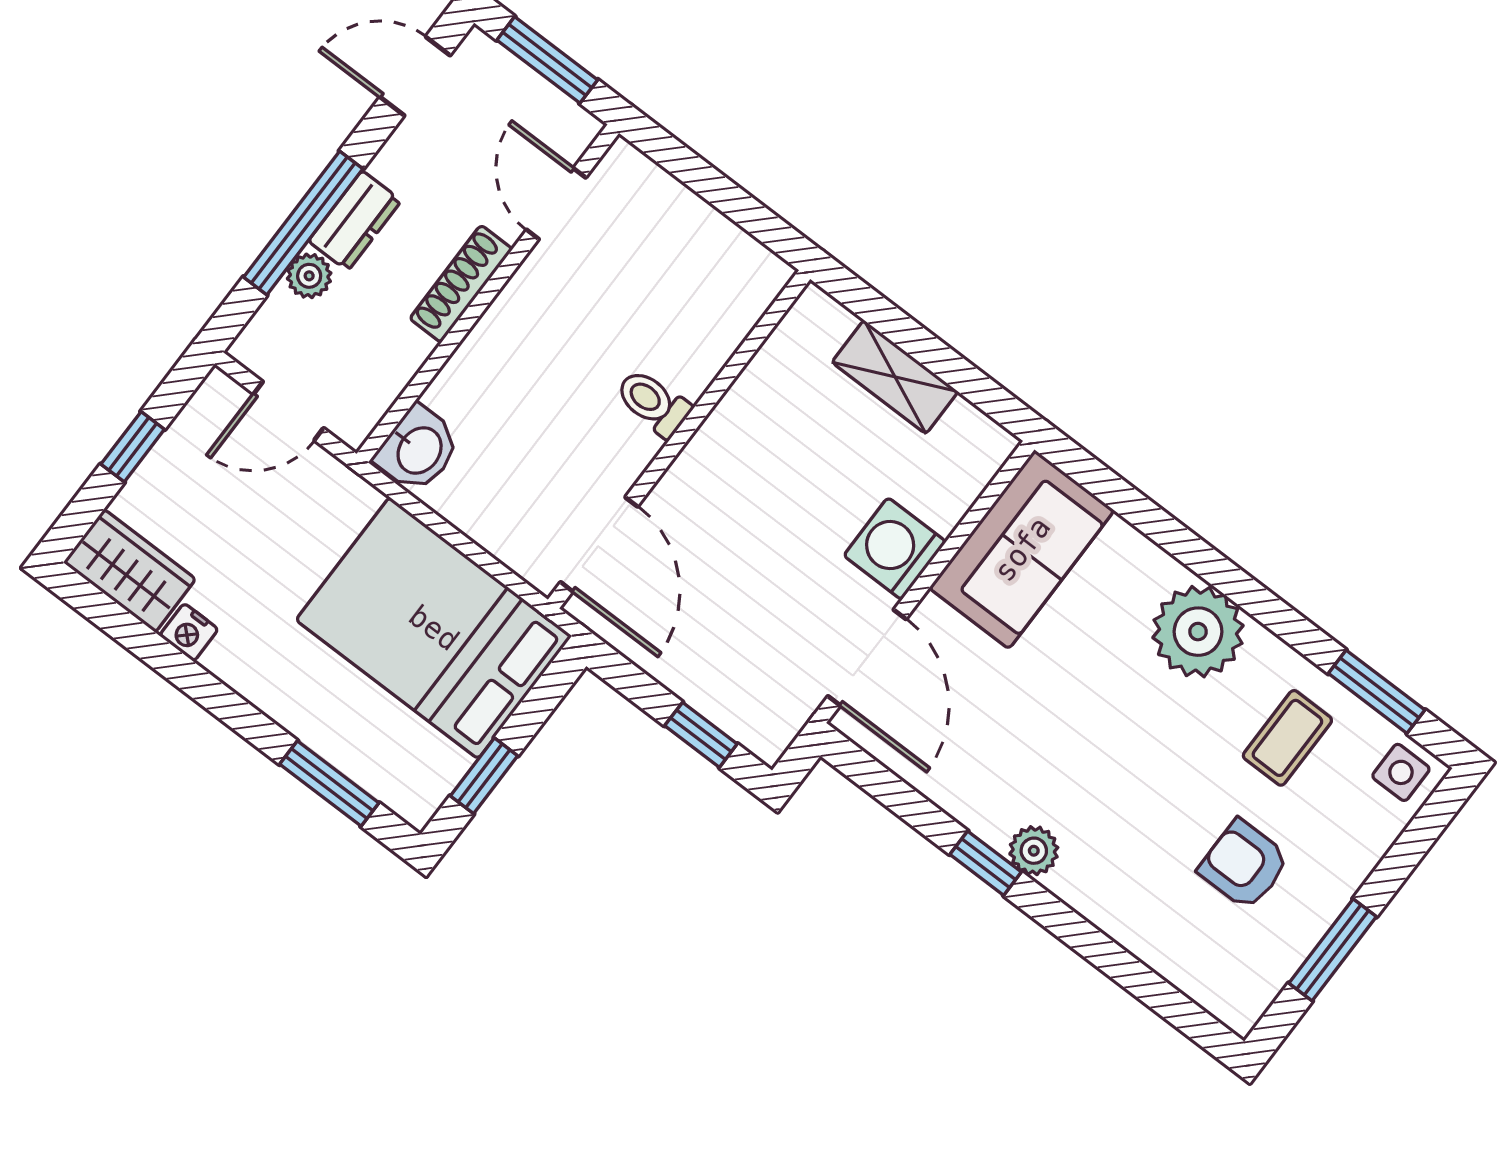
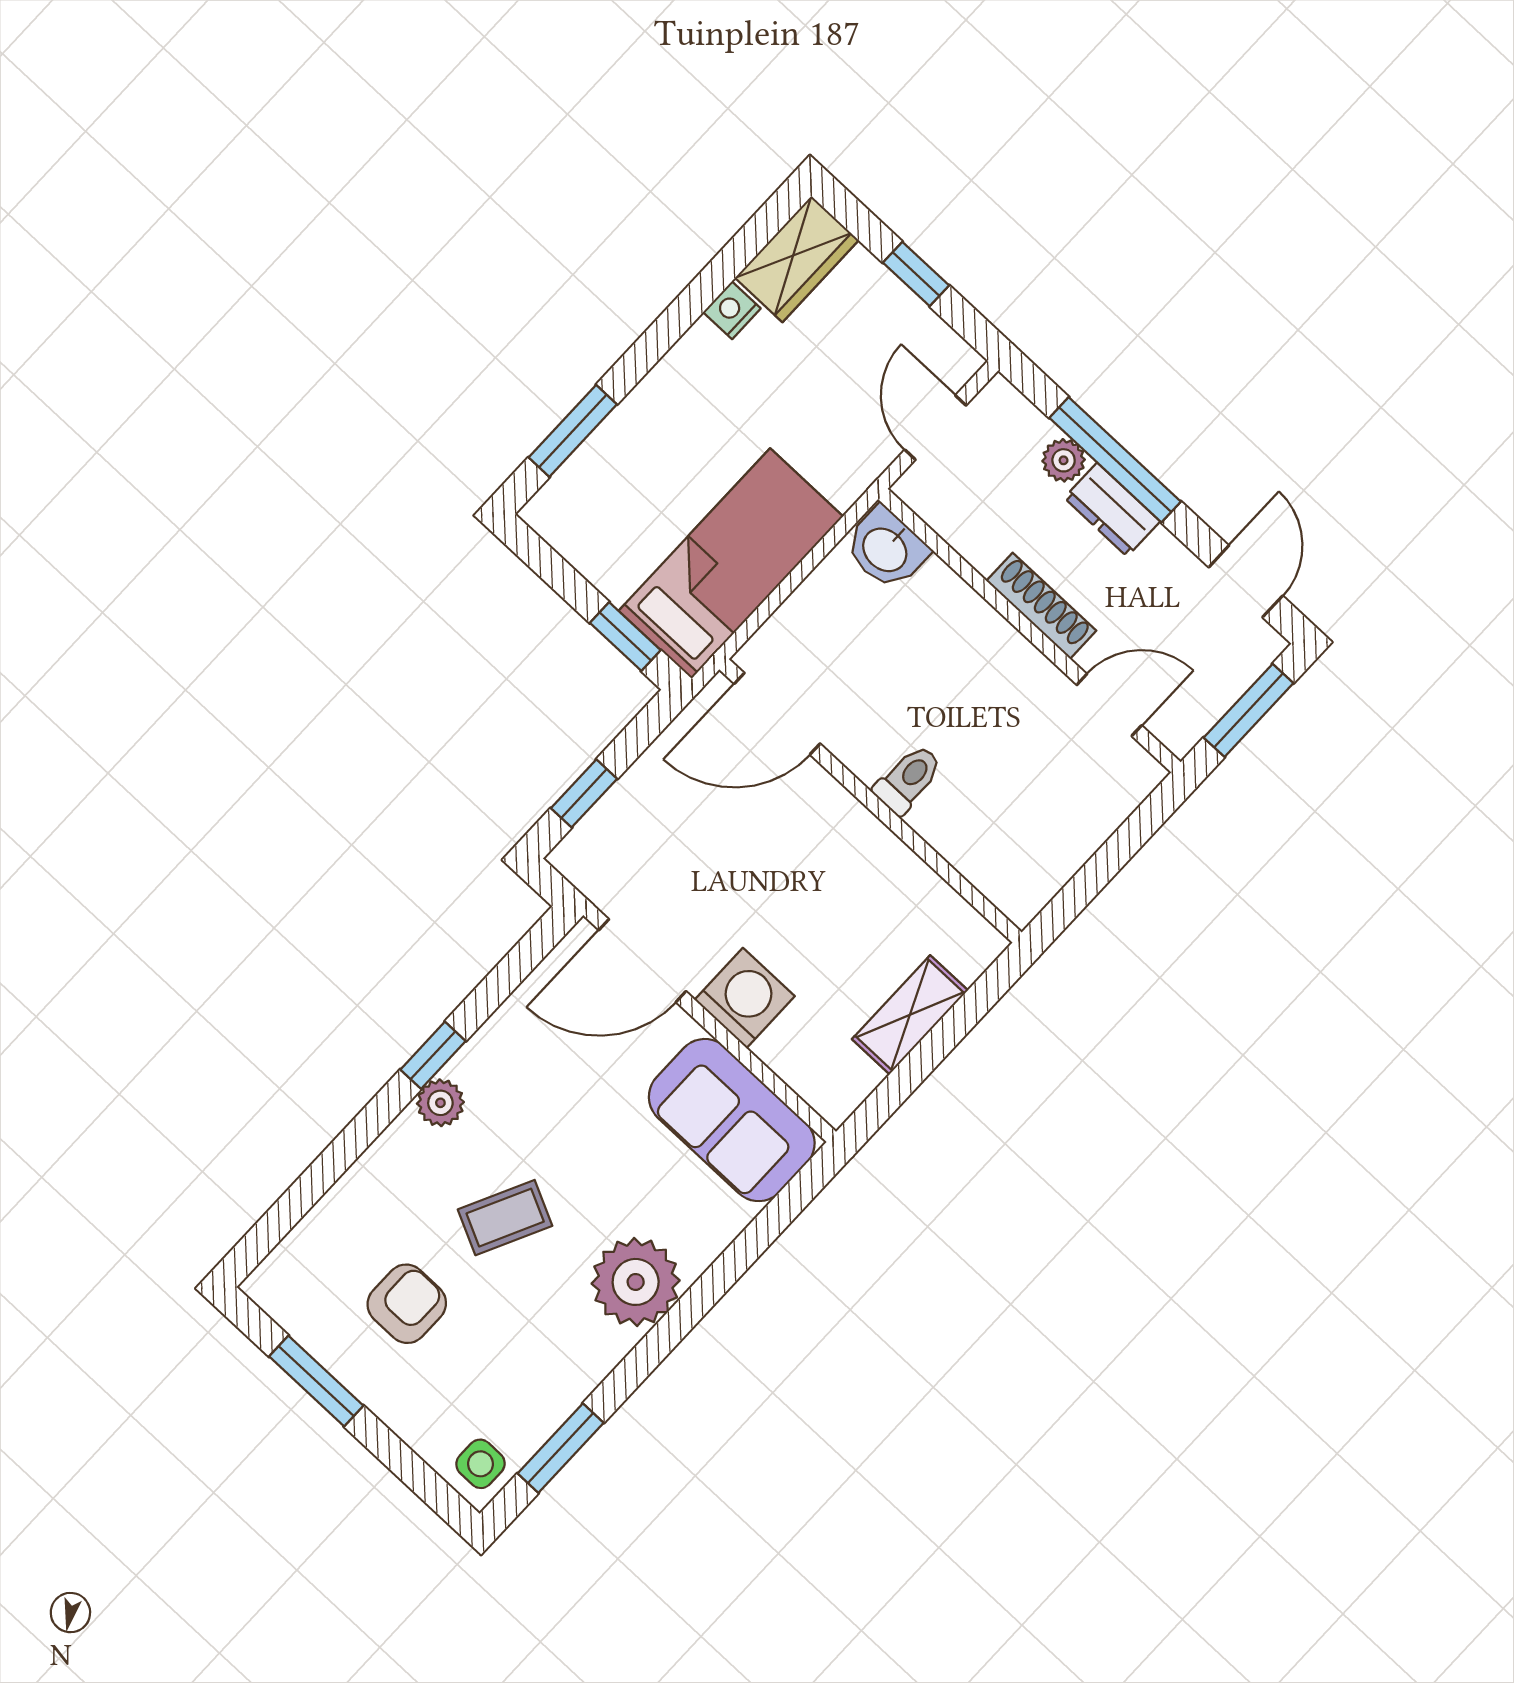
bed: (434, 628) -> (731, 564), width x0.67
coffee table: (1287, 738) -> (505, 1218), moved, turned -64
window: (484, 776) -> (625, 637), moved

